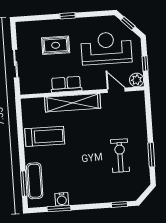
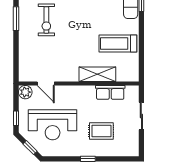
window: (145, 64) -> (16, 118), moved
row of seats: (66, 84) -> (110, 92), moved
shelving: (73, 103) -> (97, 74), width x0.68

